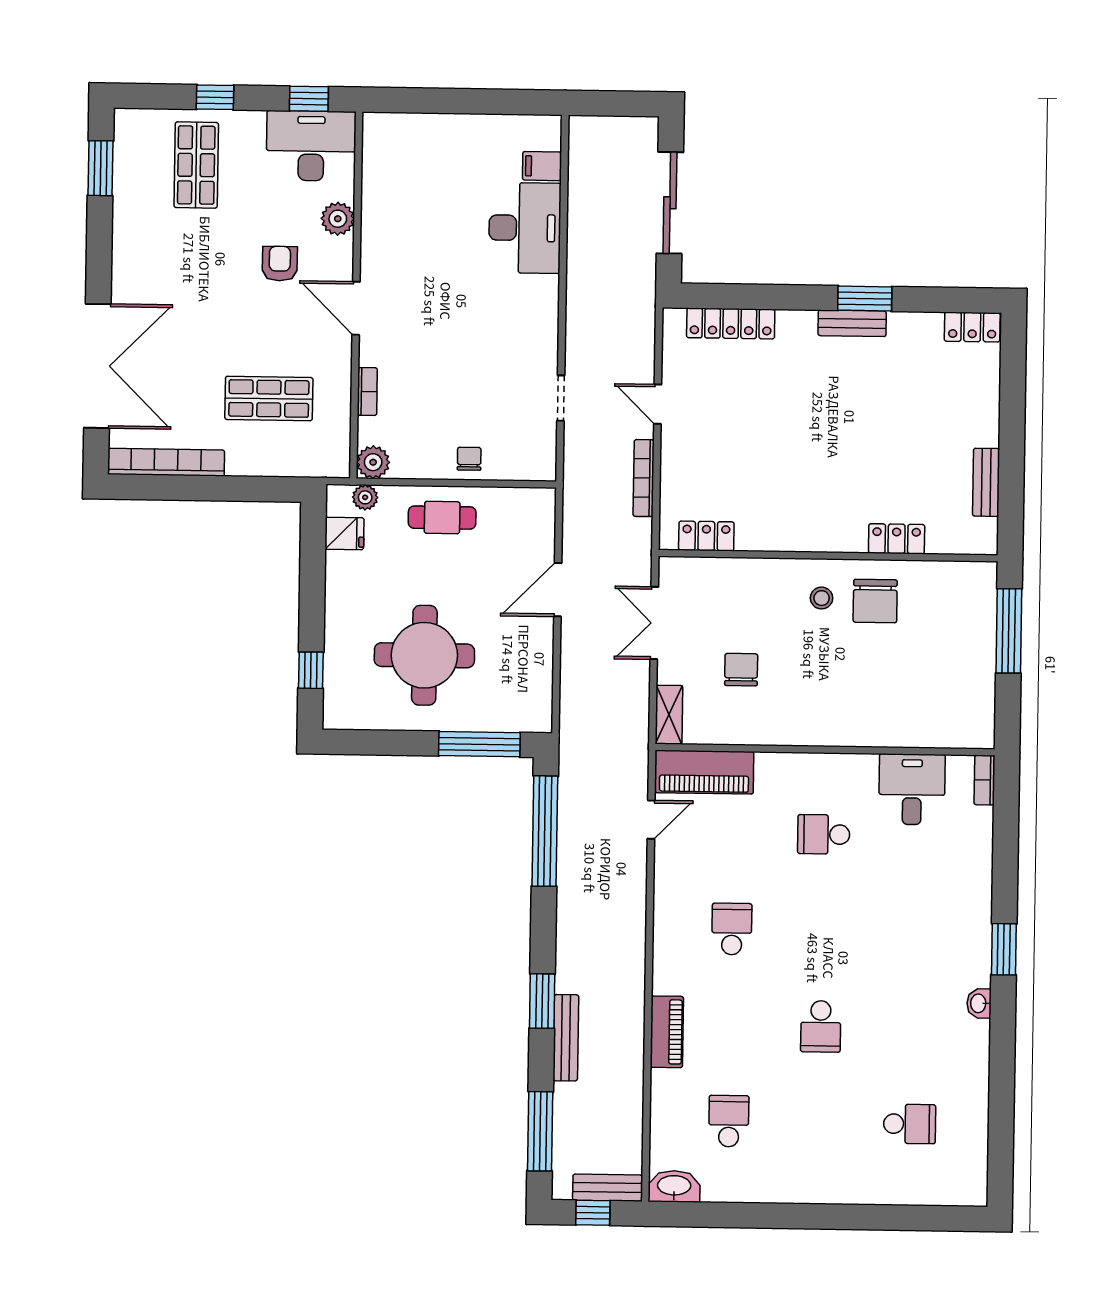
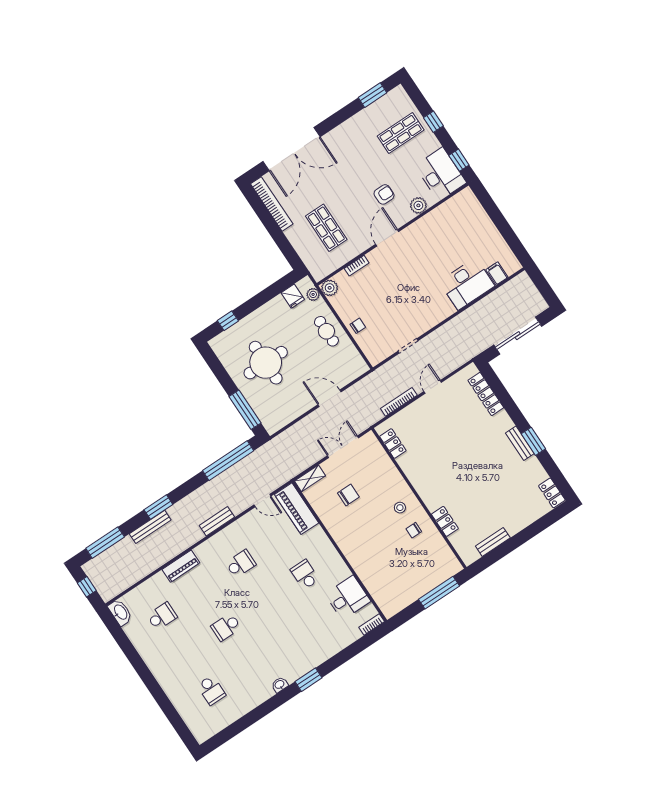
chair: (875, 601) -> (414, 530), width x0.54, depth x0.54
bench: (608, 1188) -> (217, 521), moved, turned 90

